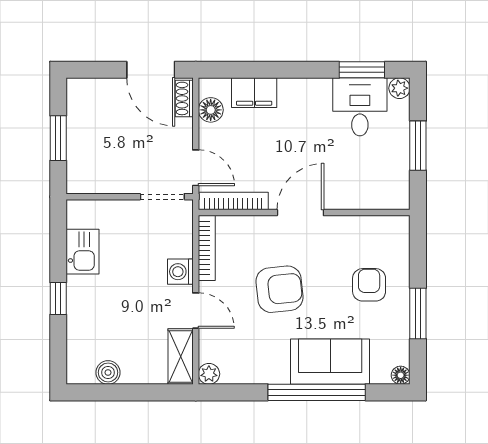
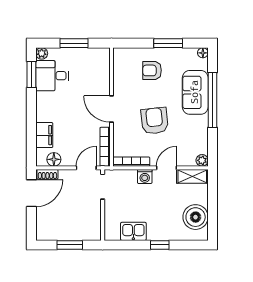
boiler: (108, 372) -> (196, 217), width x1.86, depth x1.86

